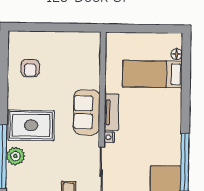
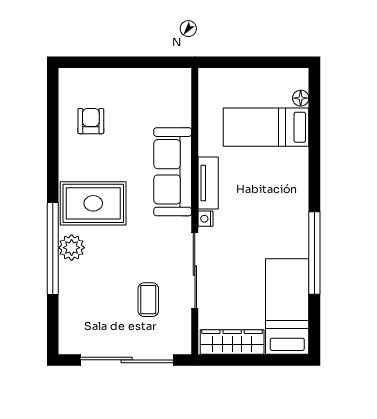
armchair: (30, 68) -> (91, 121), turned 180
sofa: (87, 112) -> (173, 172), width x1.36

